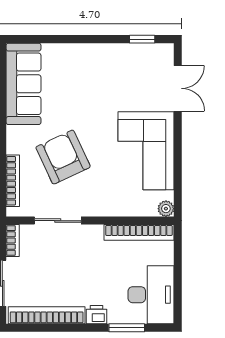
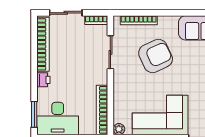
window: (127, 328) -> (34, 114), moved

